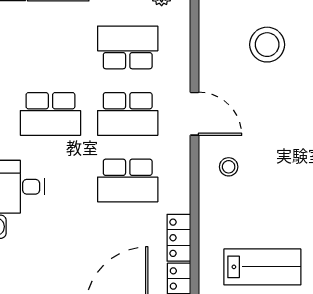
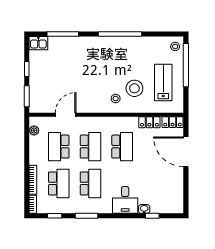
stool: (267, 45) -> (134, 88), moved
school desk: (50, 47) -> (59, 183), added
door: (195, 114) -> (66, 115), moved

